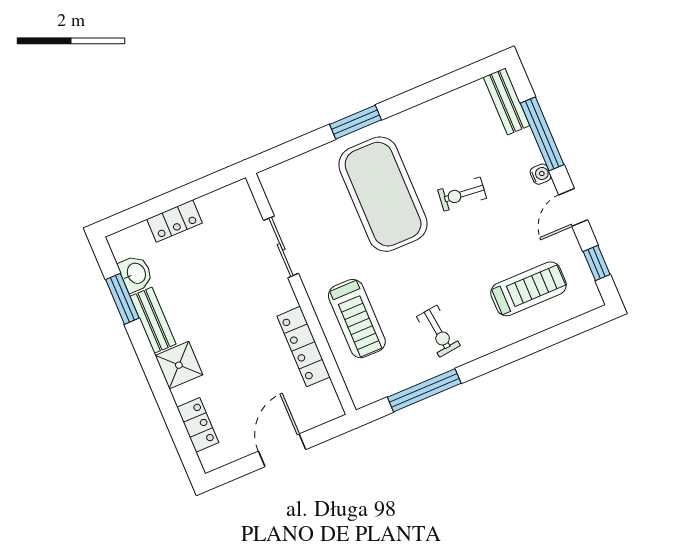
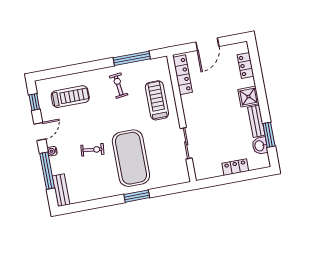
treadmill: (529, 289) -> (70, 97), turned 180
locker: (303, 347) -> (183, 75), moved

